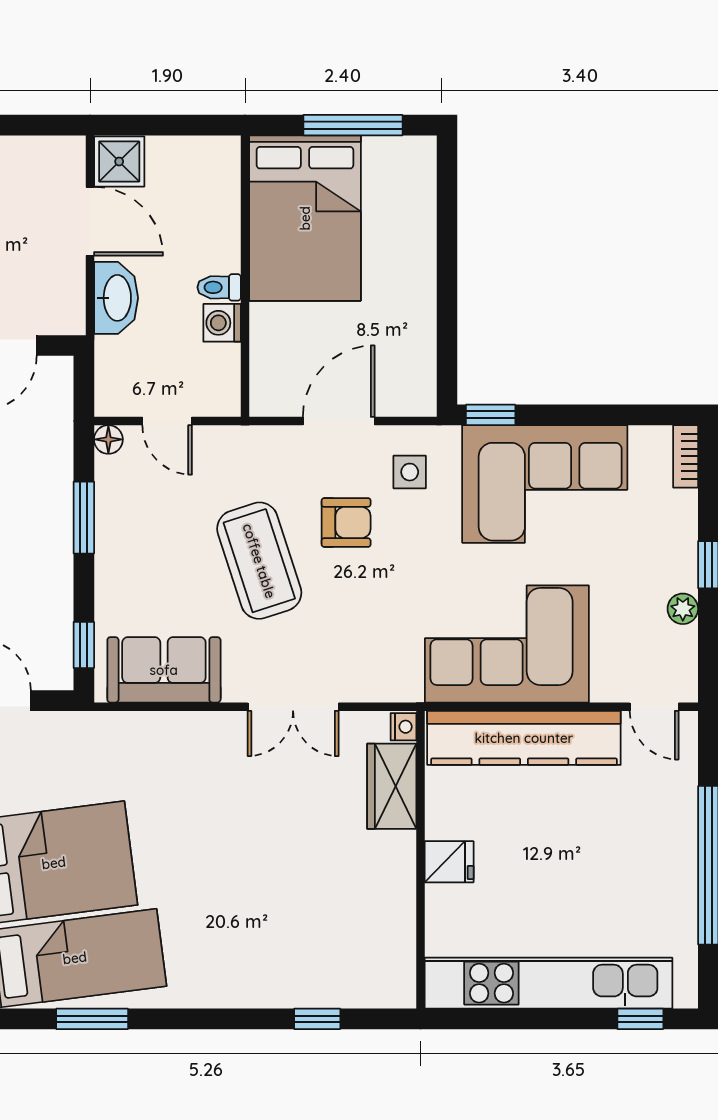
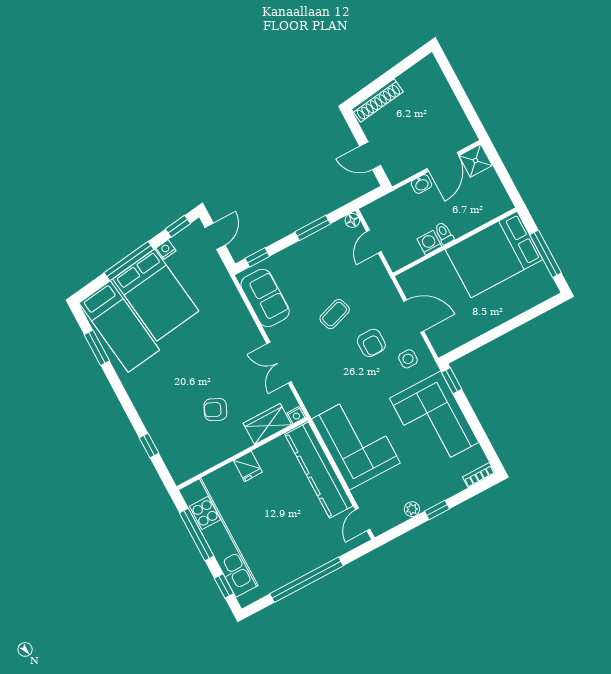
washbasin: (116, 298) -> (421, 184), width x0.52, depth x0.69
coffee table: (259, 561) -> (335, 314), width x0.54, depth x0.58
armchair: (316, 866) -> (215, 410), added
window: (522, 1019) -> (197, 535), added

